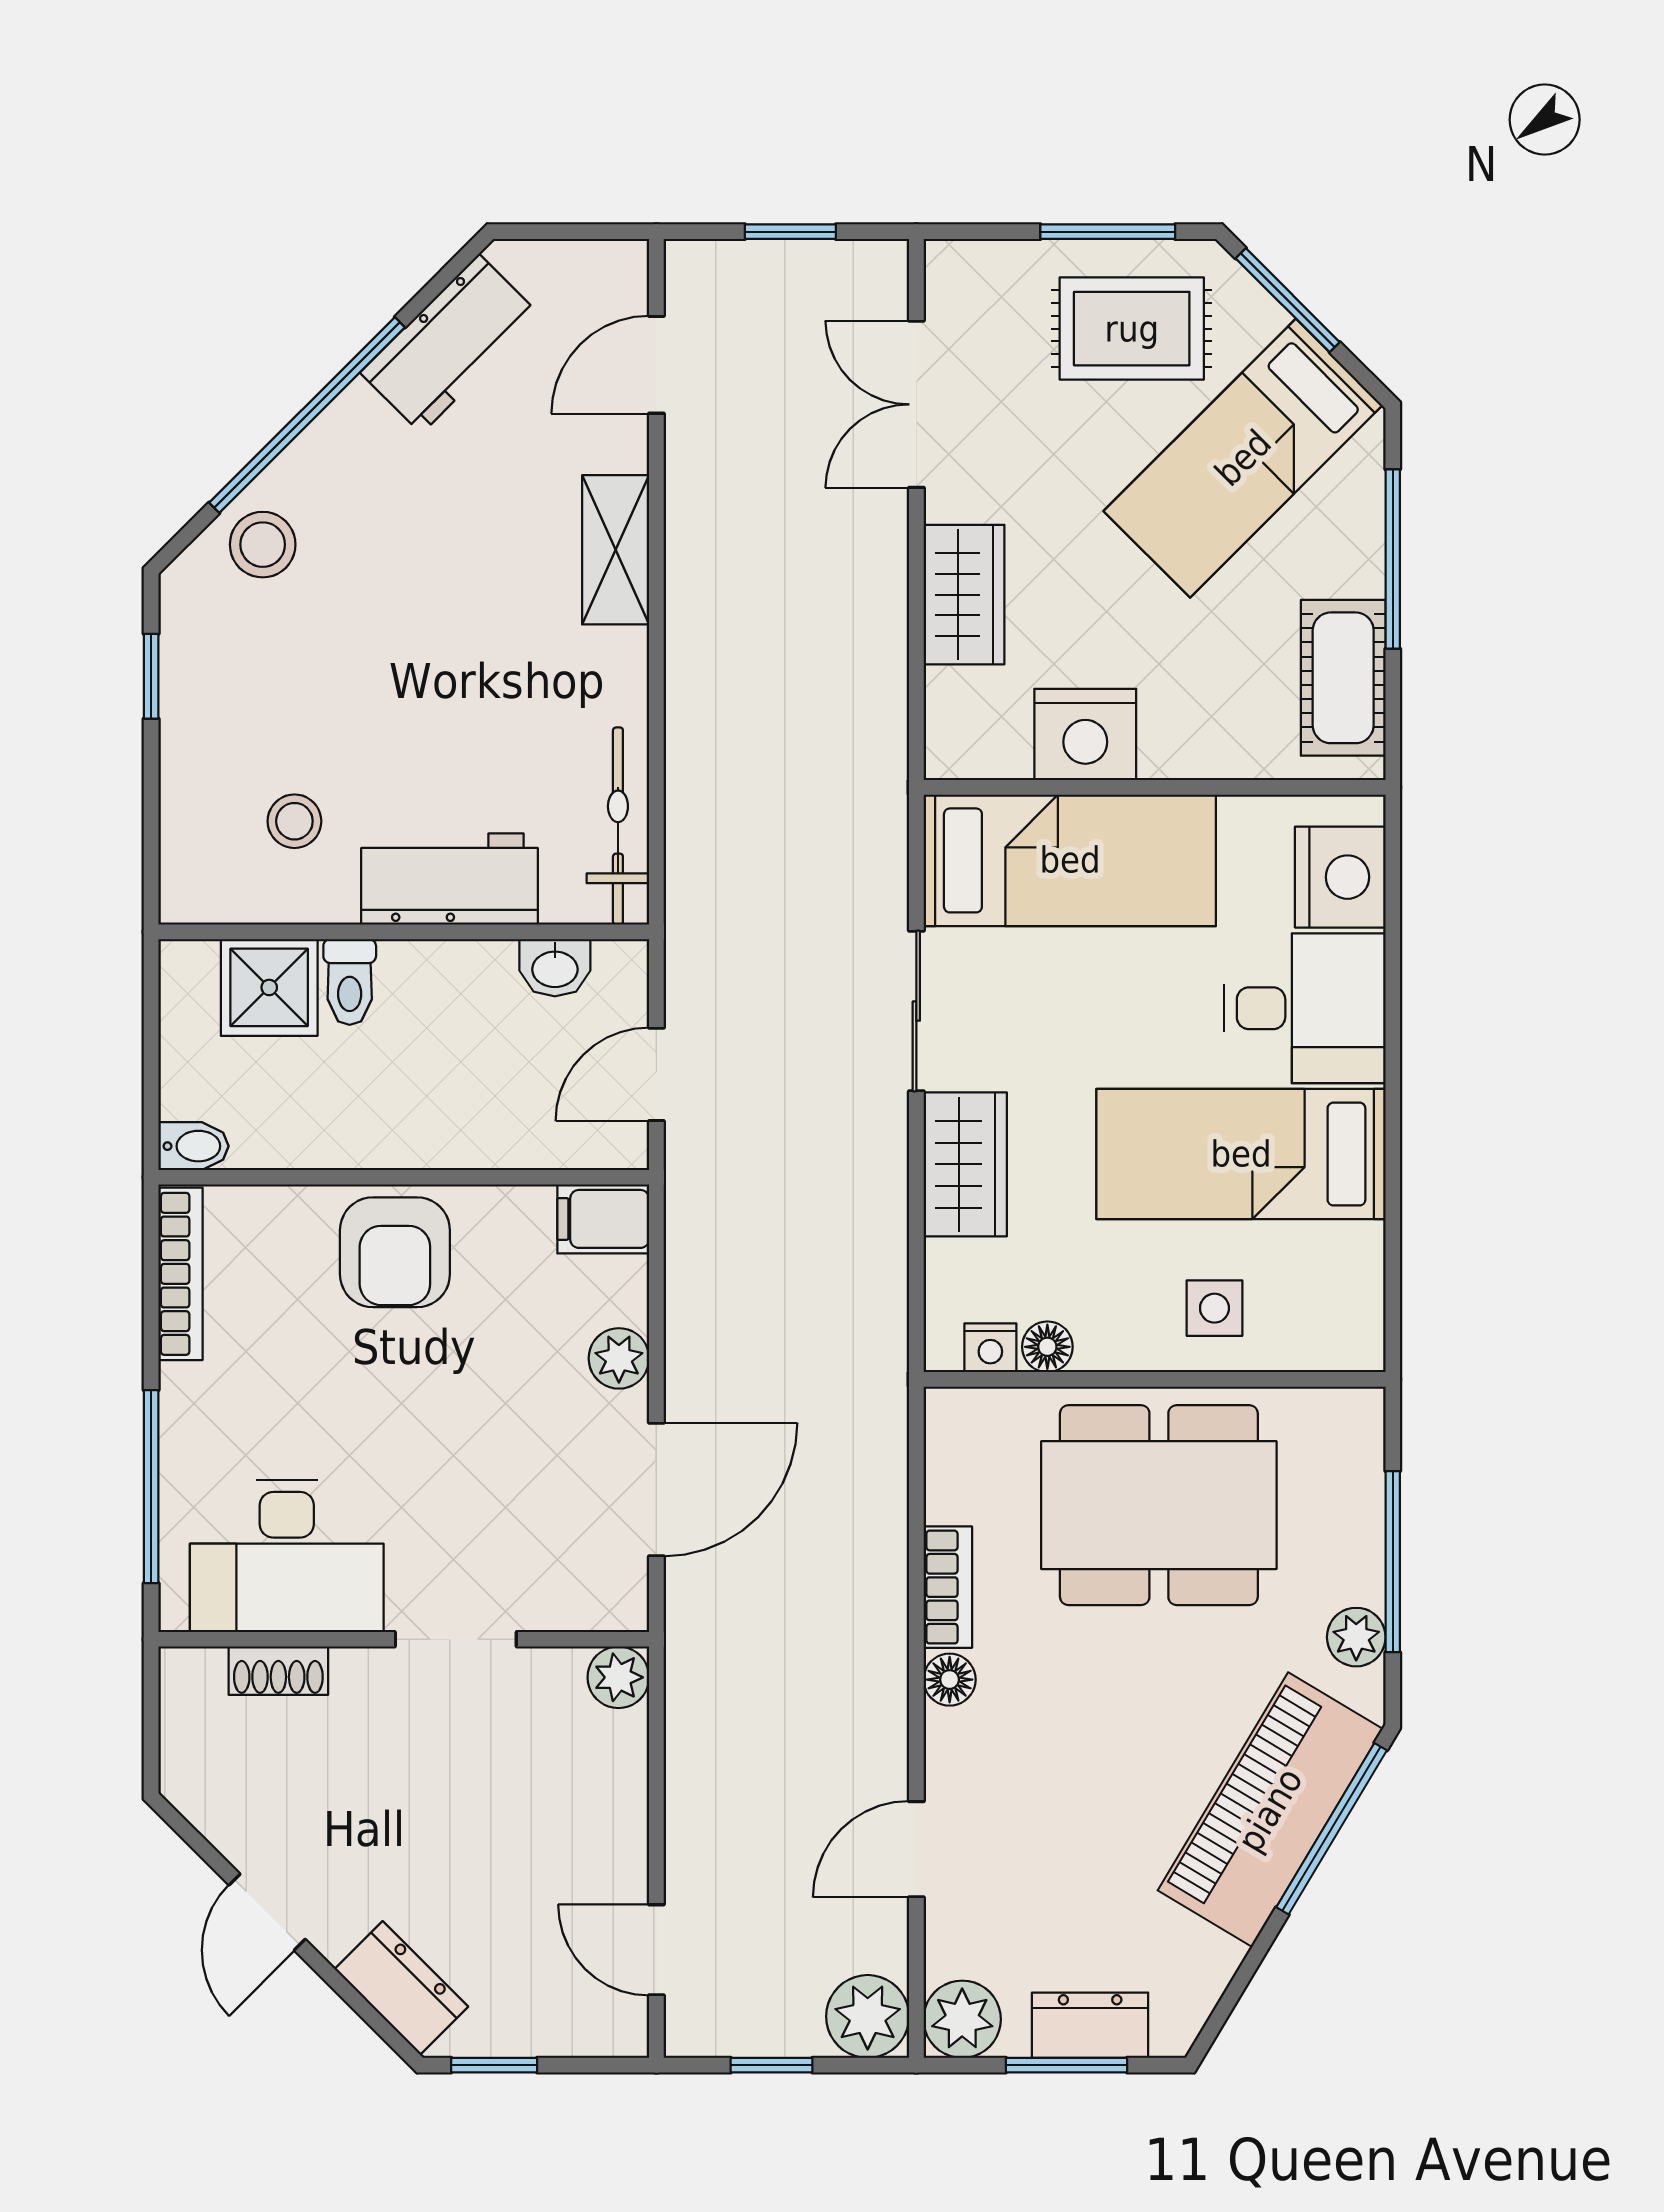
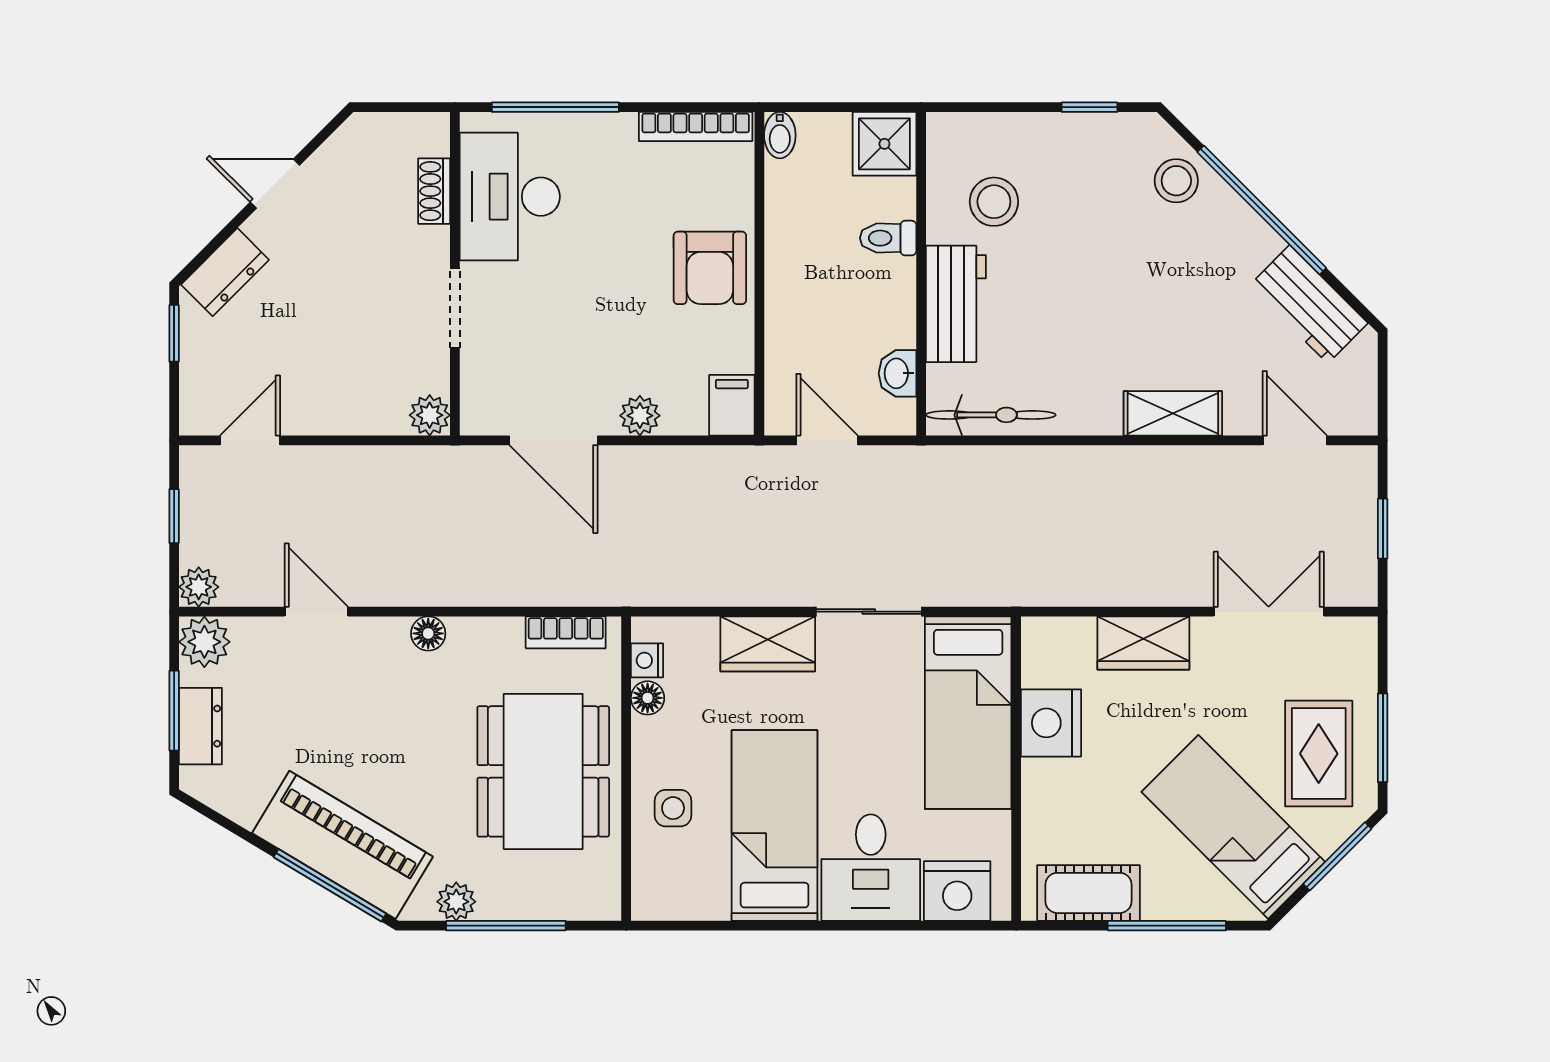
stool: (294, 821) -> (994, 202), width x1.37, depth x1.37
shower: (269, 987) -> (884, 144), moved
armchair: (395, 1252) -> (710, 268), turned -90
bookcase: (948, 1587) -> (566, 632), moved
plant: (868, 2016) -> (199, 587), width x0.73, depth x0.73

